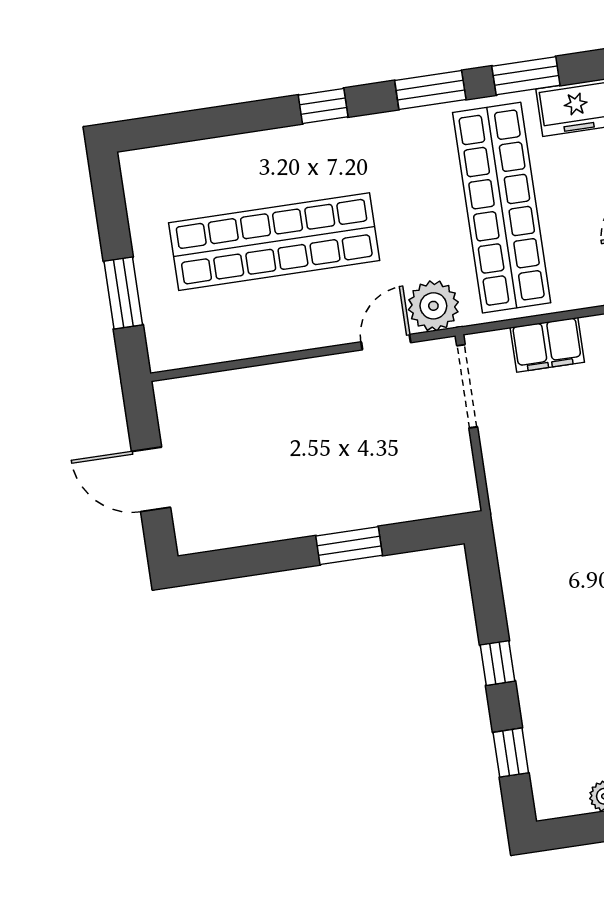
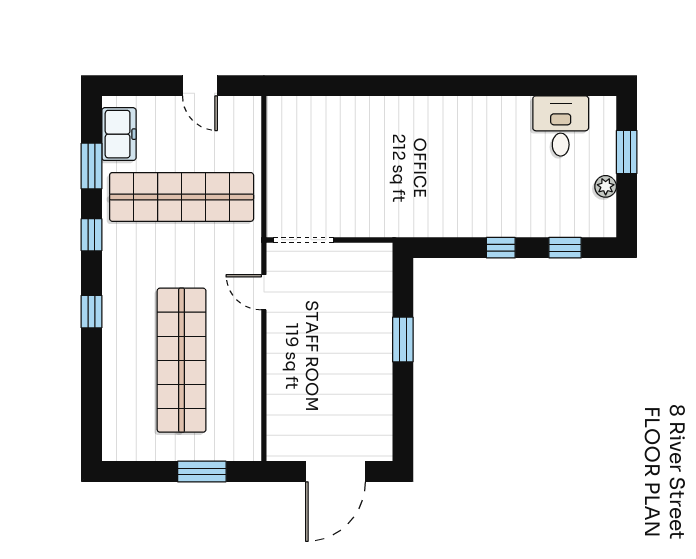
window: (430, 90) -> (91, 235), width x0.67
plant: (433, 306) -> (243, 255), removed
filing cabinet: (547, 345) -> (283, 179), removed
door: (151, 479) -> (336, 472), width x1.36

